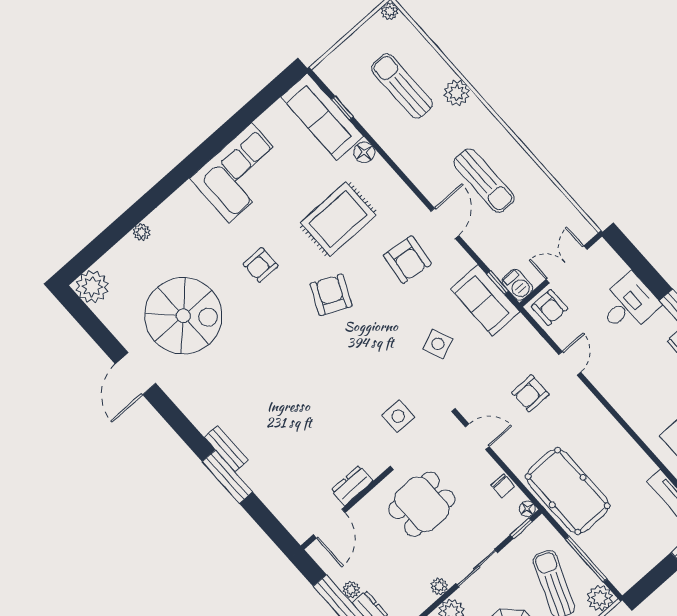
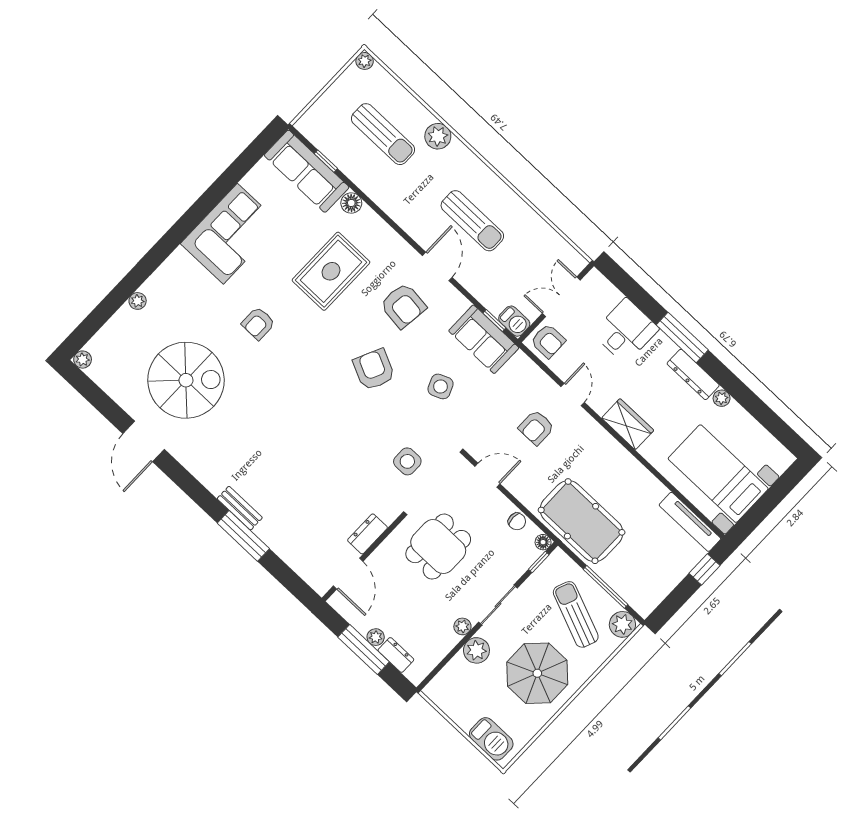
sun lounger: (402, 86) -> (383, 134), turned 180
plant: (92, 287) -> (83, 360), width x0.53, depth x0.53
armchair: (331, 295) -> (374, 370), moved
wardrobe: (622, 398) -> (628, 424), added

